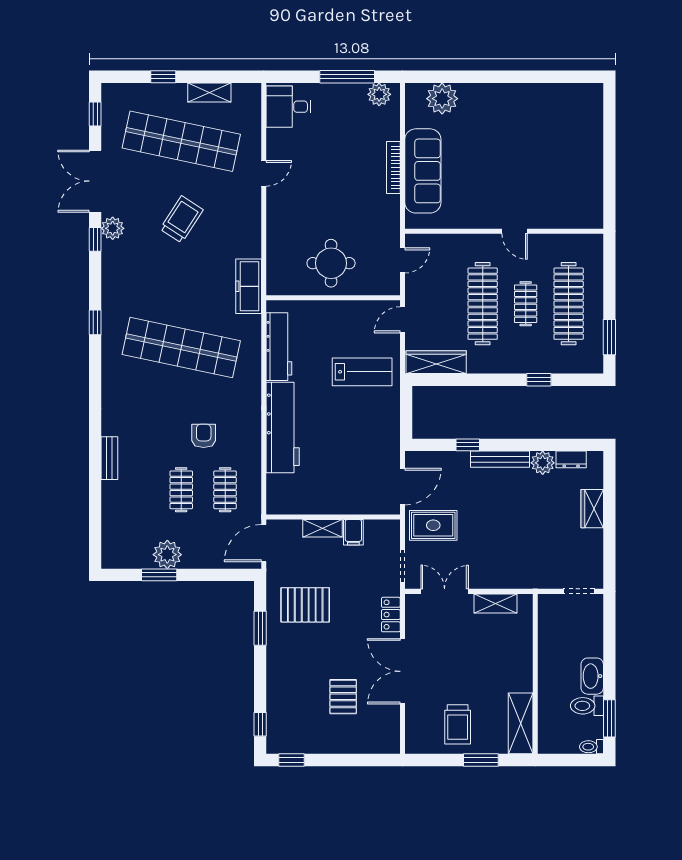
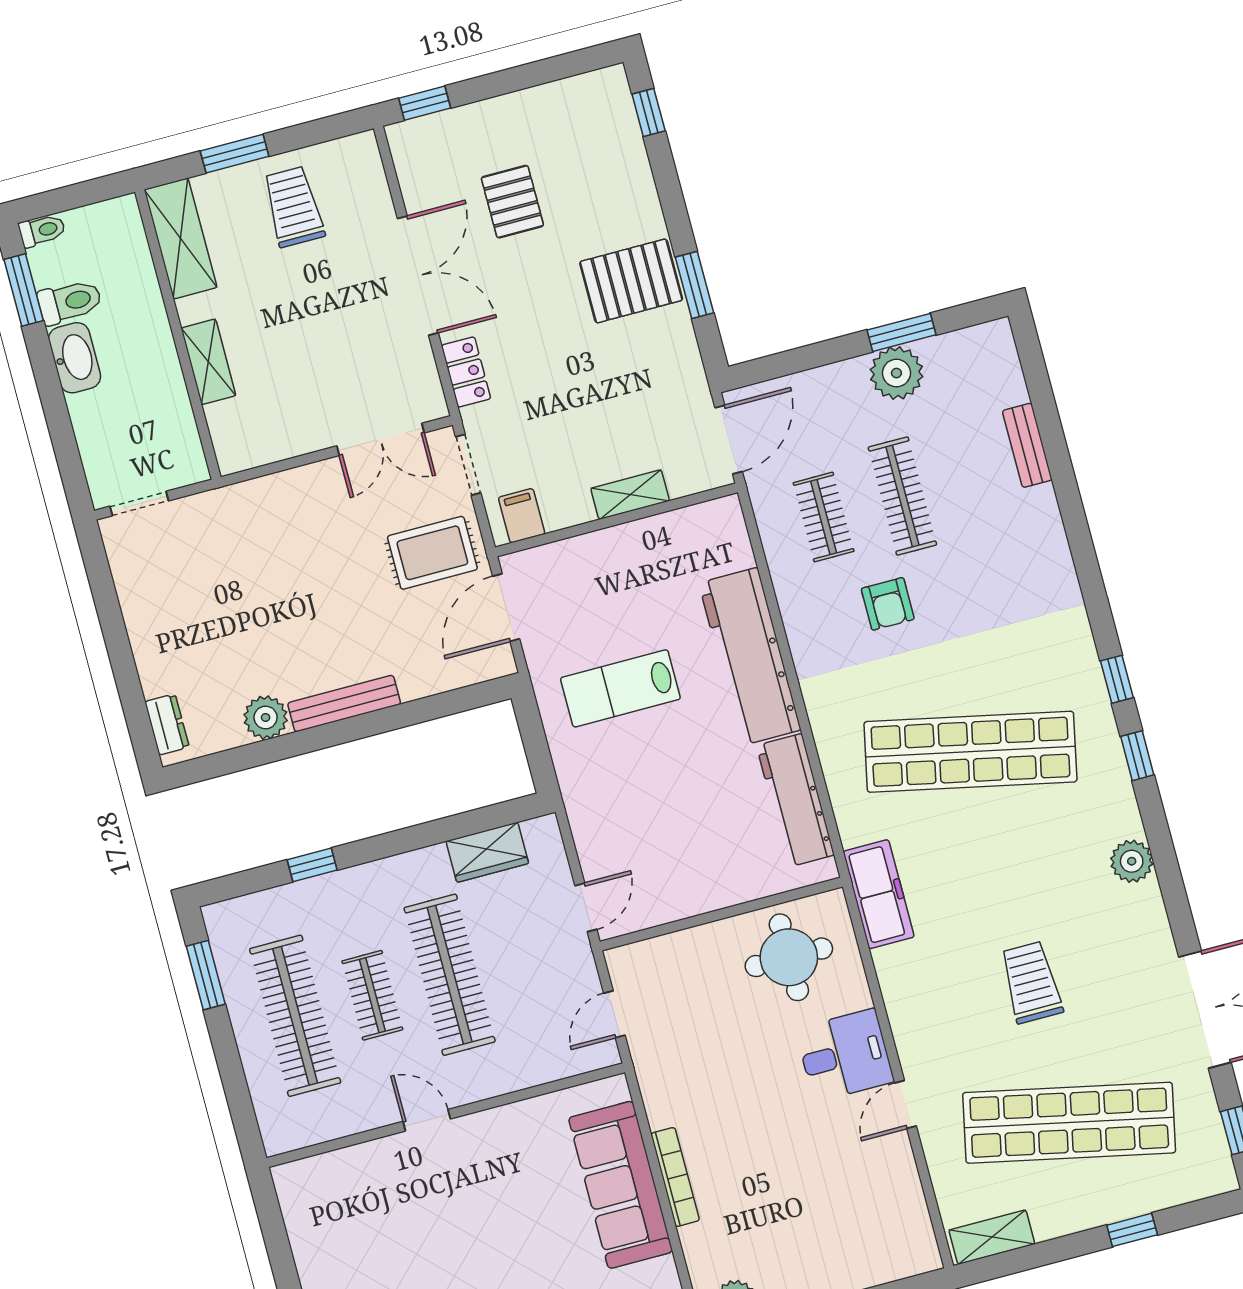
shelving: (209, 92) -> (992, 1237), moved
desk: (288, 107) -> (845, 1055), moved
trolley: (182, 219) -> (1031, 982), turned 147
plant: (113, 228) -> (1132, 861), moved
window: (95, 239) -> (1117, 679), moved
round table: (331, 263) -> (789, 957), moved
wardrobe: (436, 362) -> (487, 852), width x0.67
lab bench: (362, 372) -> (620, 688), moved
window: (468, 445) -> (409, 714), removed
bench: (109, 458) -> (1027, 445), moved
dresser: (571, 459) -> (167, 724), moved, turned 90
clothes rail: (181, 490) -> (902, 496), width x1.36
wardrobe: (592, 509) -> (155, 659), removed
filing cabinet: (353, 532) -> (522, 516), moved
shelving: (496, 603) -> (208, 362), moved, turned 90
pallet: (305, 605) -> (631, 281), moved
window: (291, 760) -> (425, 103), moved

